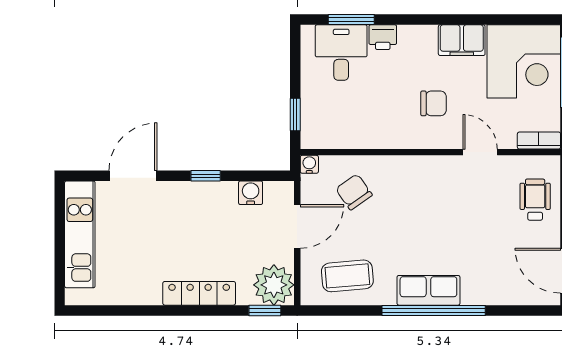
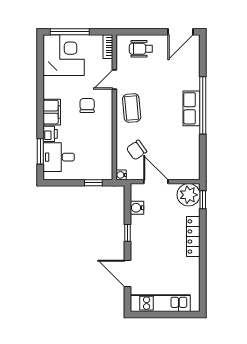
filing cabinet: (462, 40) -> (52, 112), moved
coffee table: (347, 276) -> (132, 108), moved

